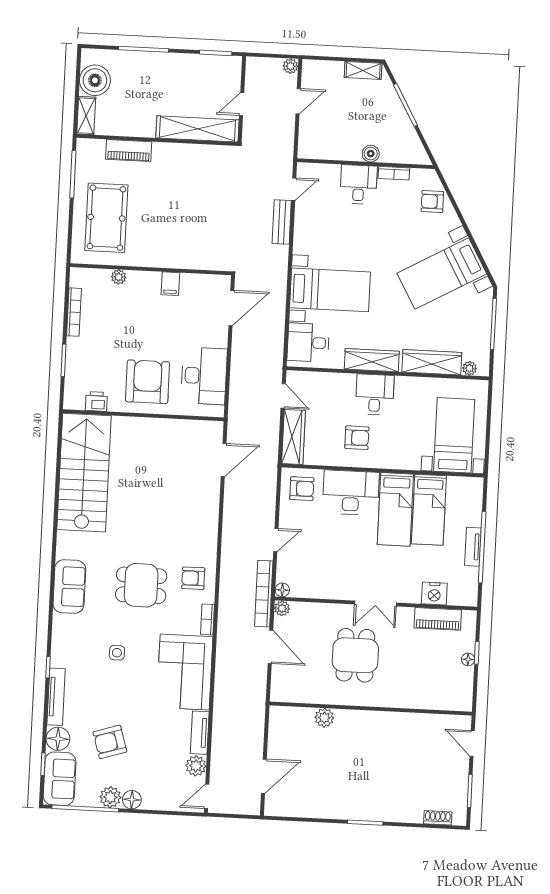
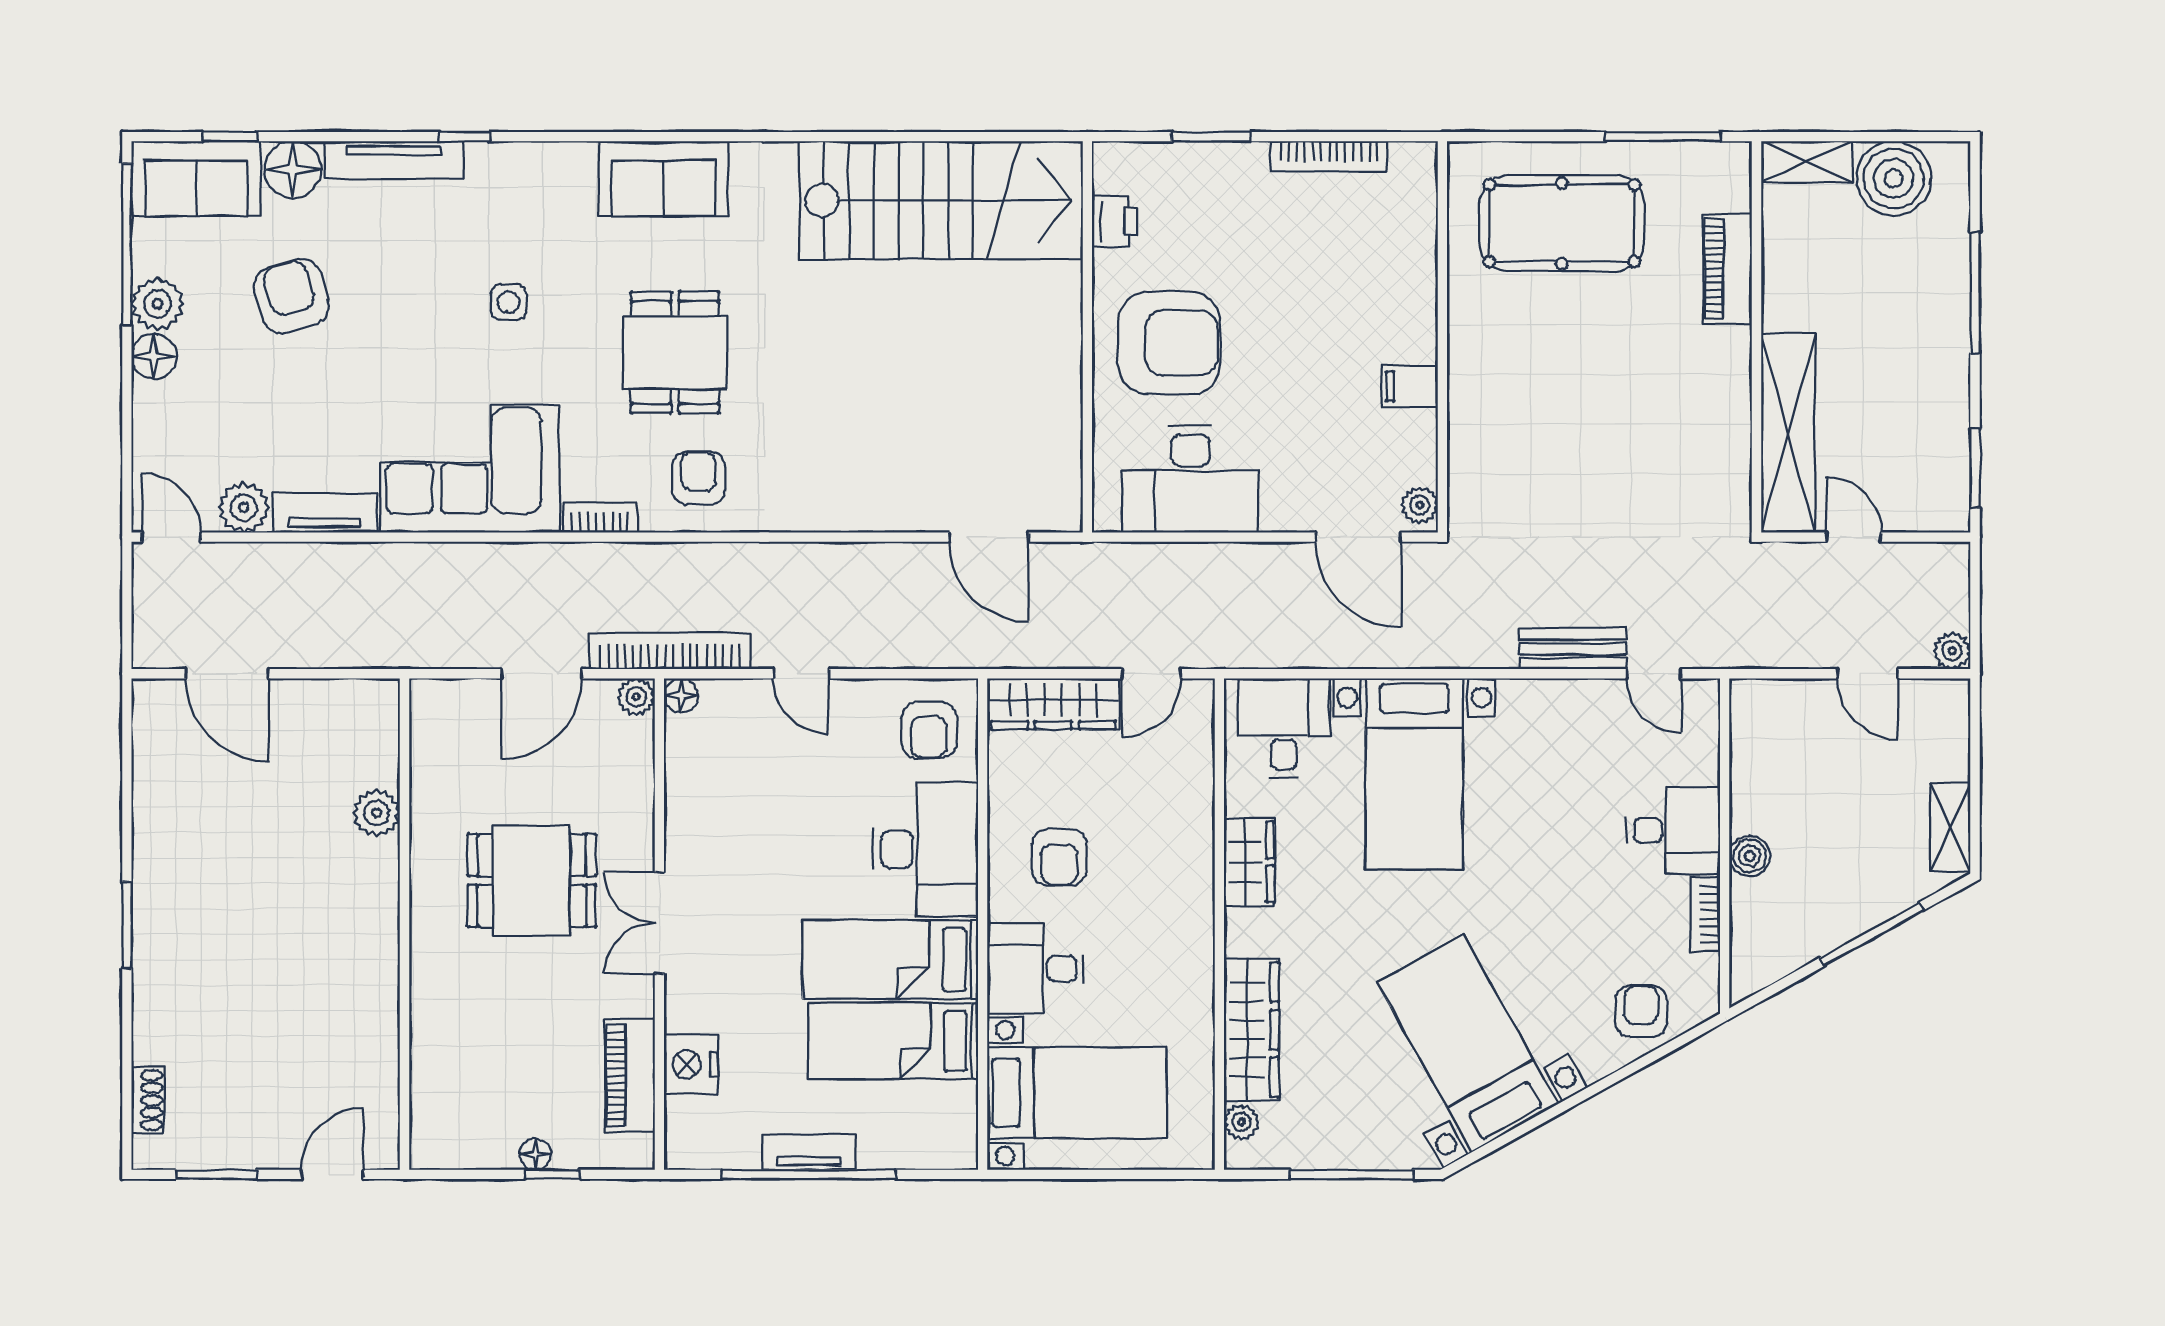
plant: (119, 277) -> (1420, 505), moved
wardrobe: (372, 360) -> (1249, 862), width x0.67
desk: (375, 394) -> (1036, 968), moved, turned 180

